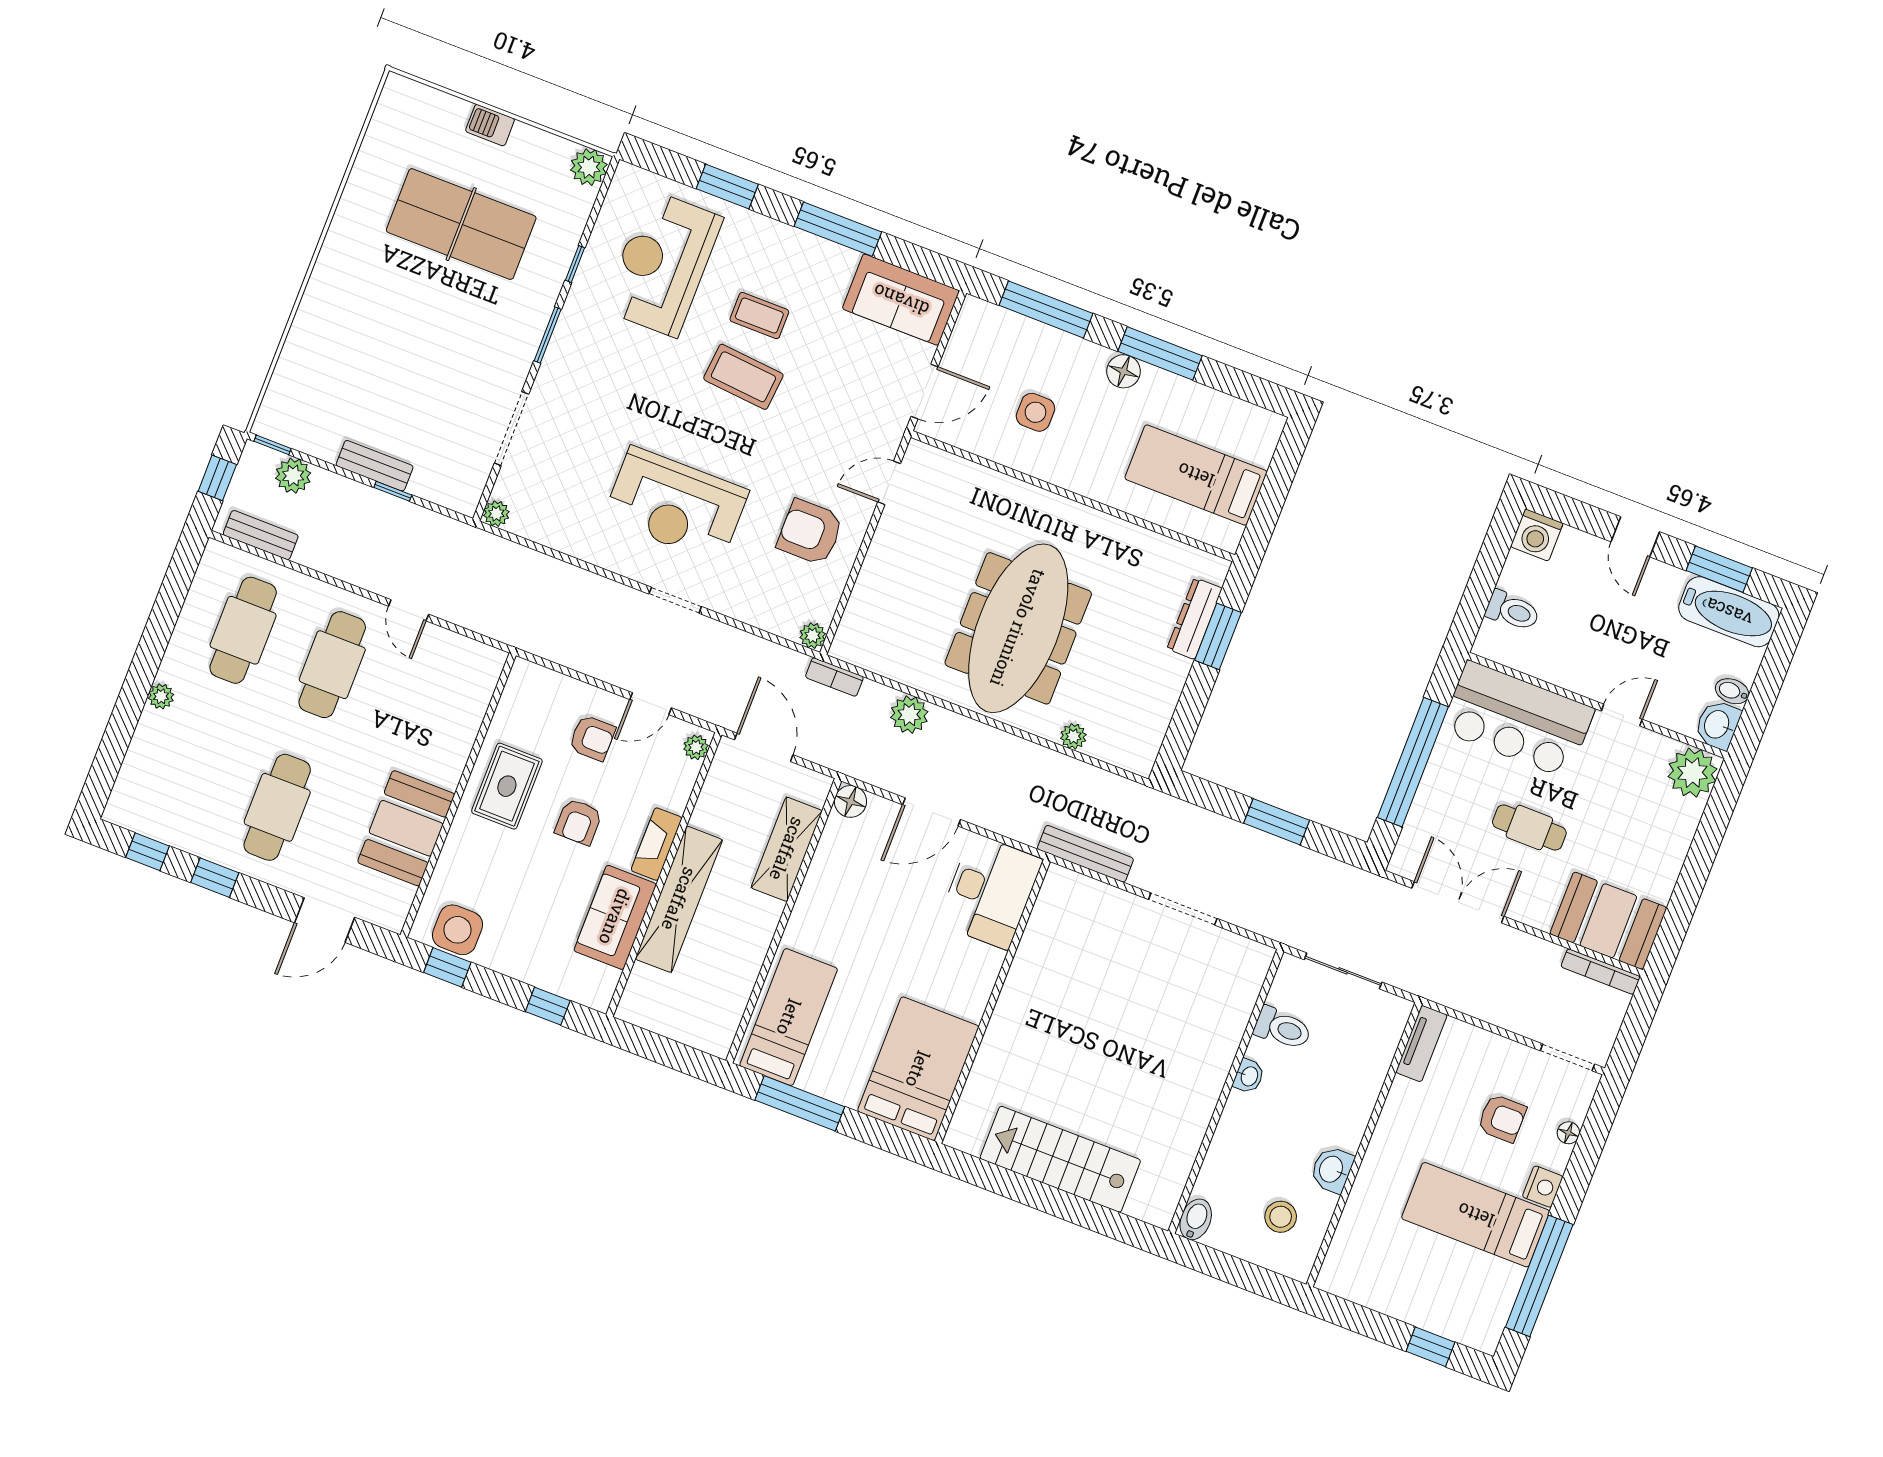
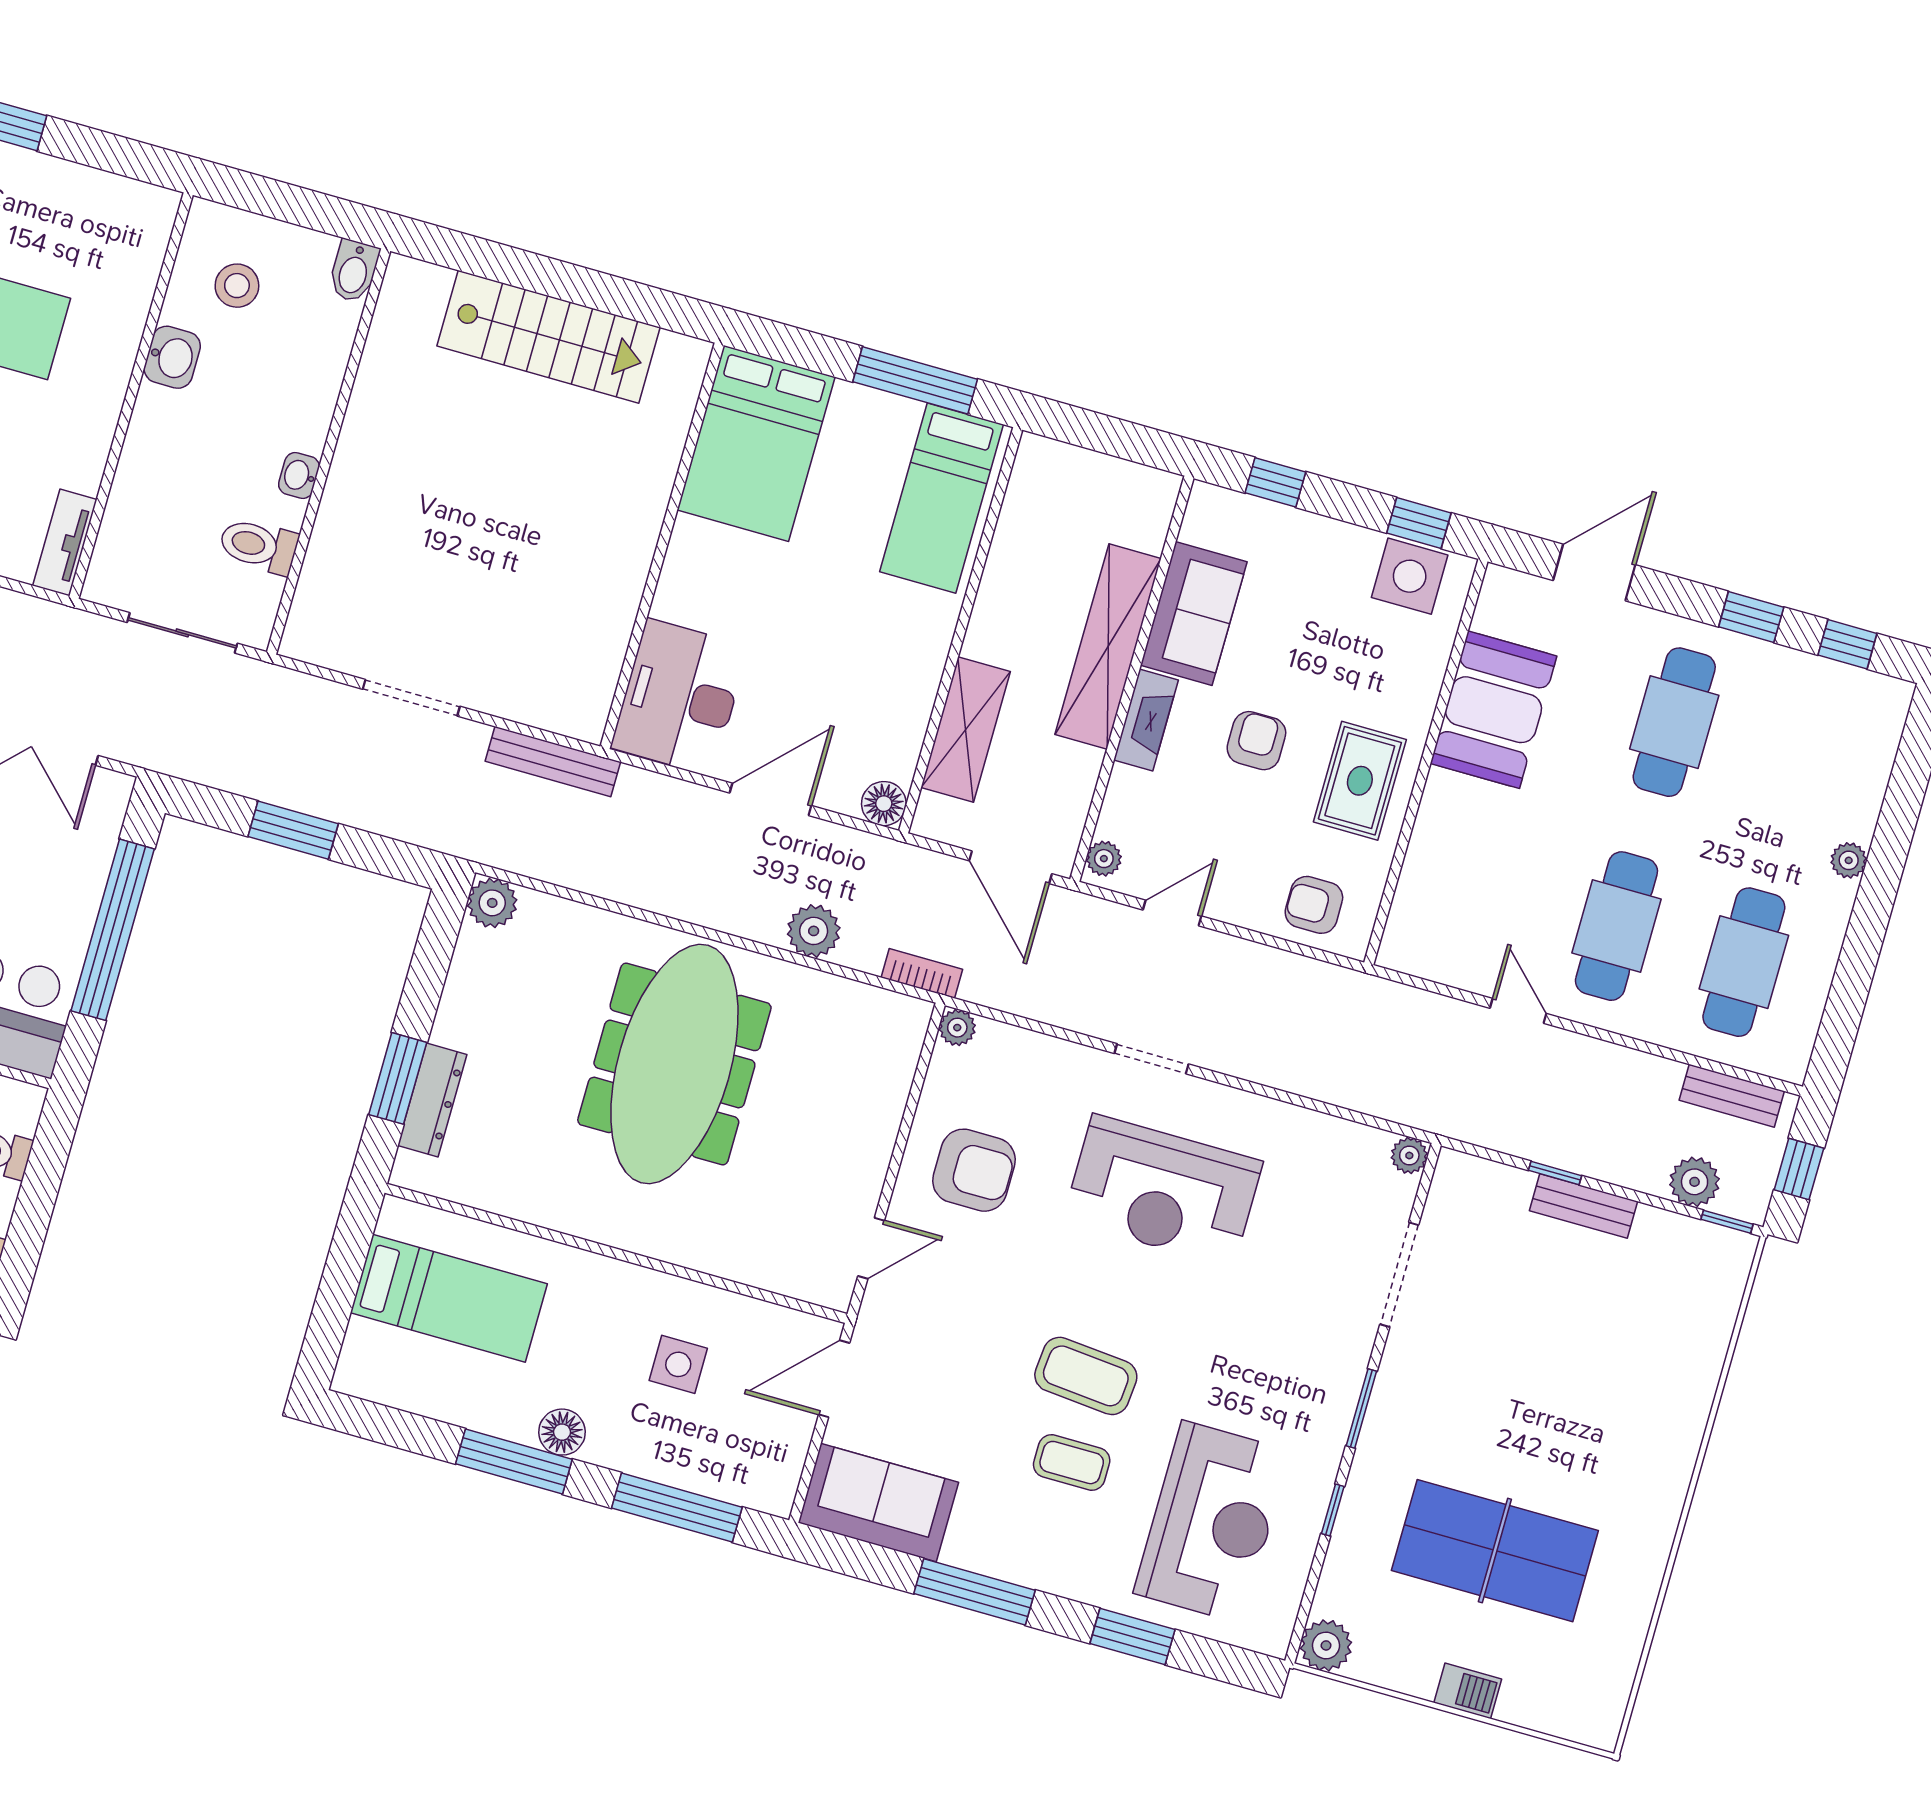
reception desk: (676, 505) -> (1163, 1191), turned 180
plant: (1073, 736) -> (492, 903), moved, width x1.38, depth x1.38
armchair: (592, 738) -> (1314, 905), moved

